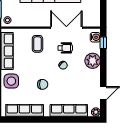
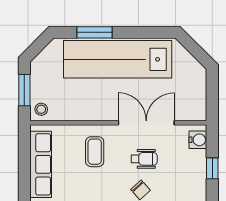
window: (103, 43) -> (212, 168), moved
plant: (93, 61) -> (193, 182), removed

